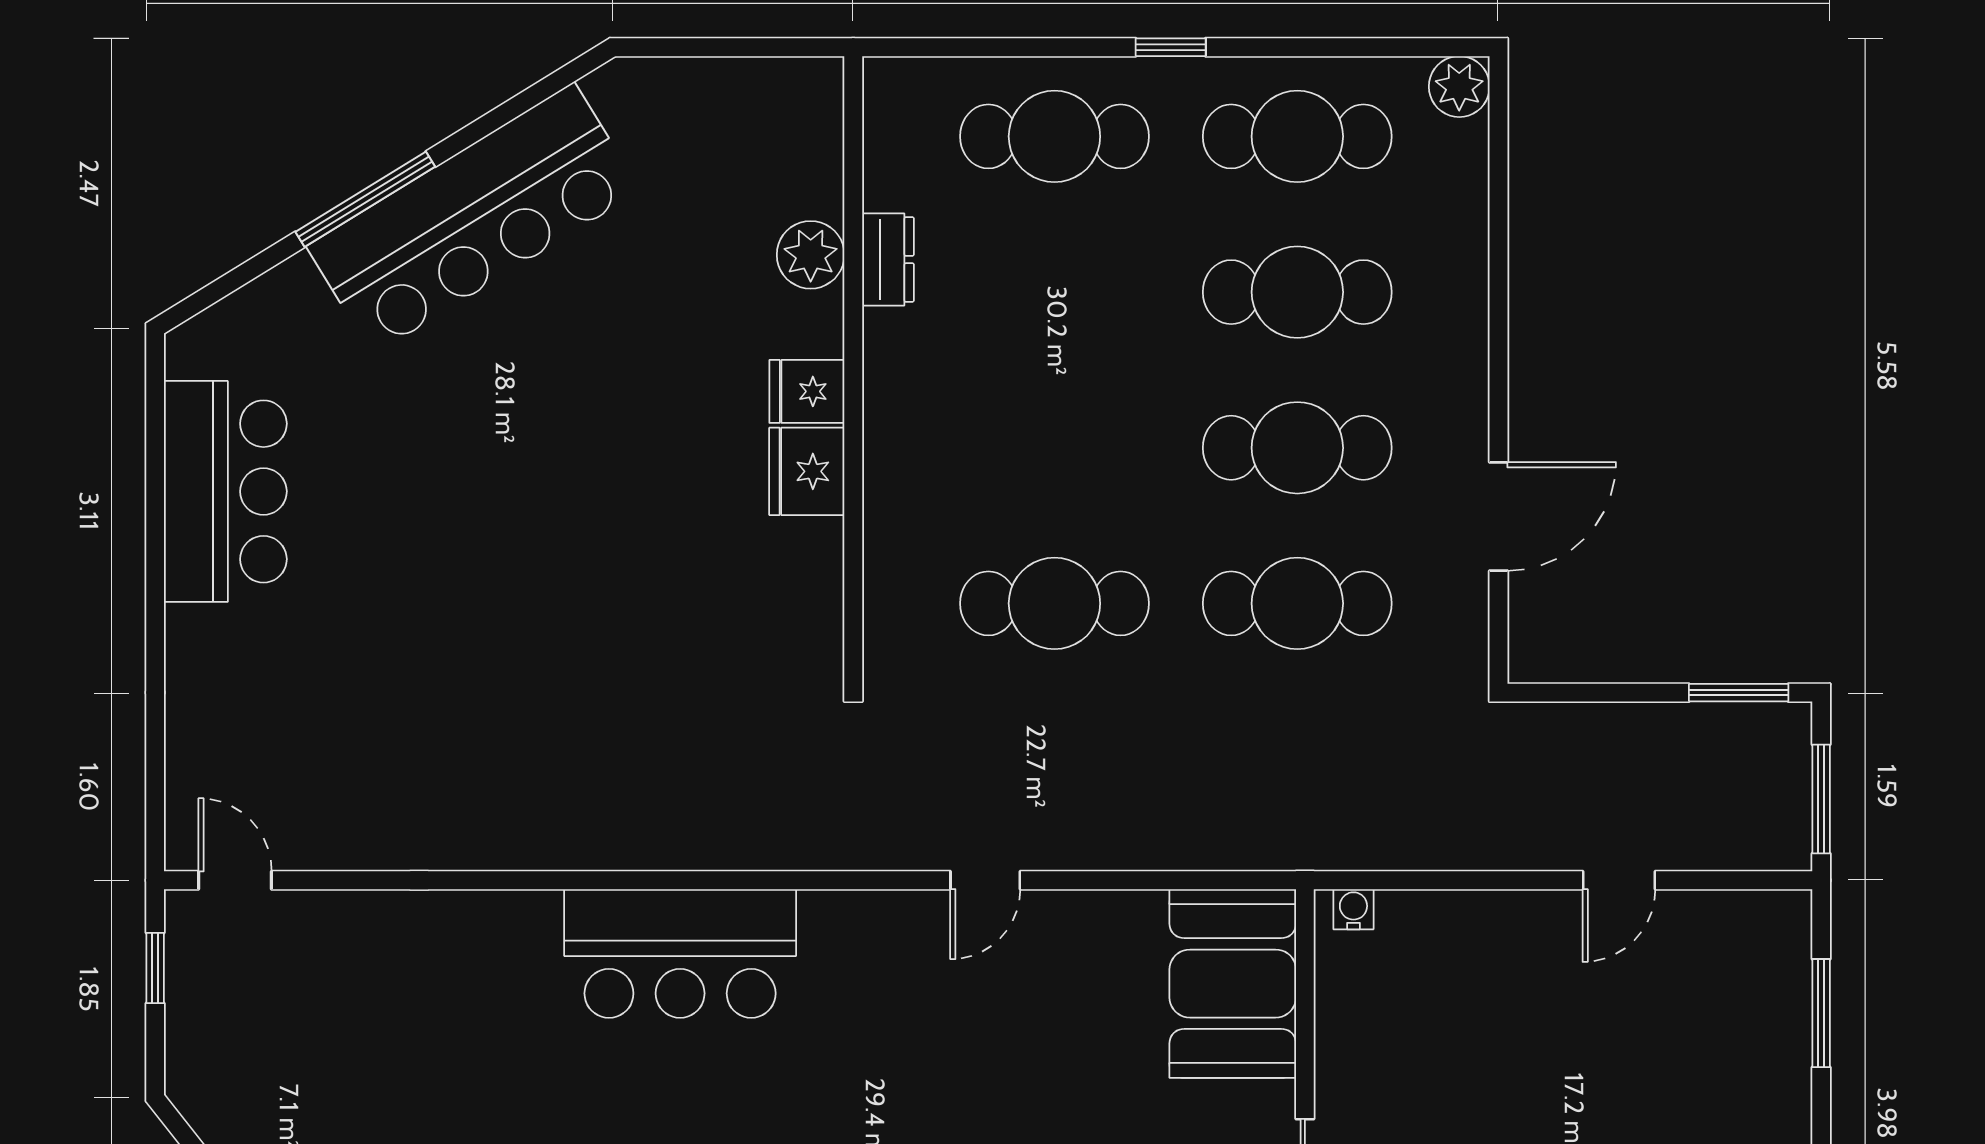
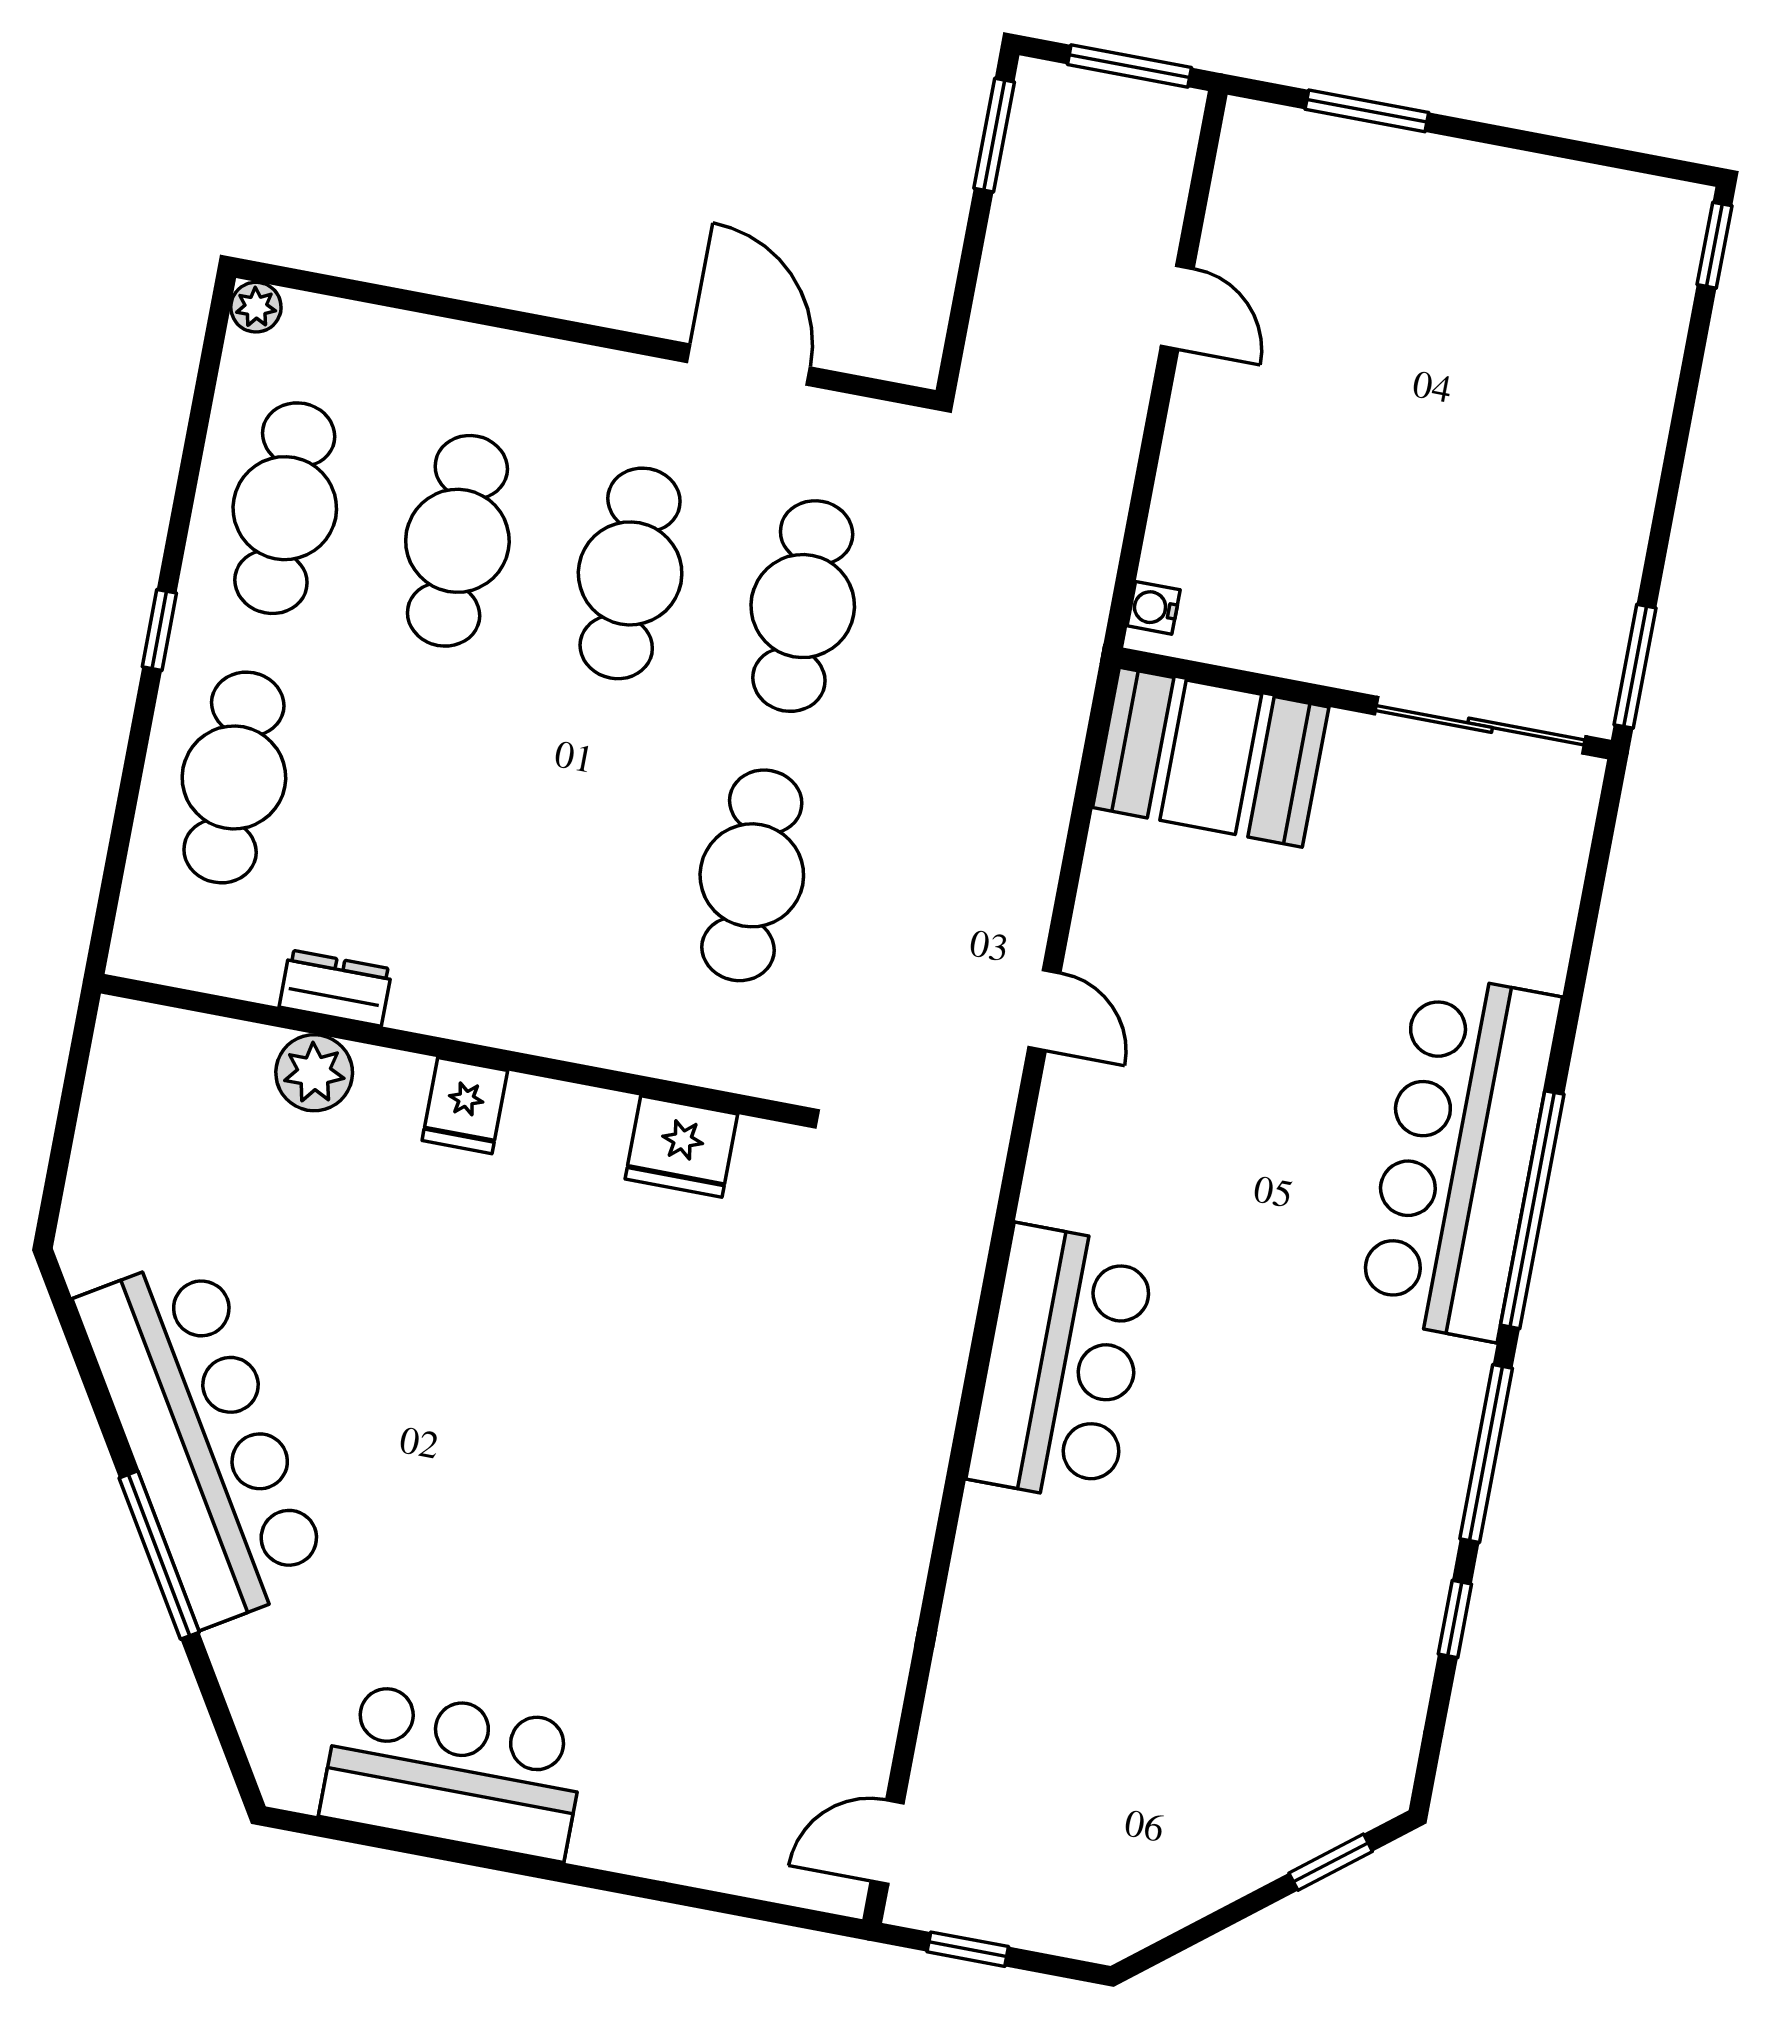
plant: (1459, 87) -> (256, 307), width x0.73, depth x0.73
fridge: (807, 471) -> (681, 1147), moved

